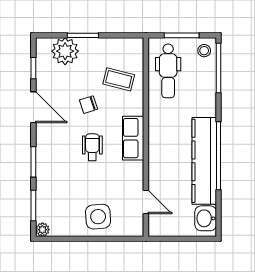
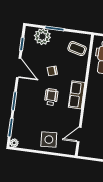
coffee table: (119, 79) -> (77, 49), moved
door: (146, 202) -> (79, 135), swing flipped

